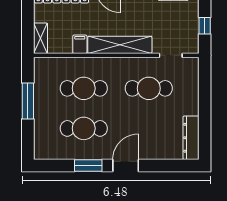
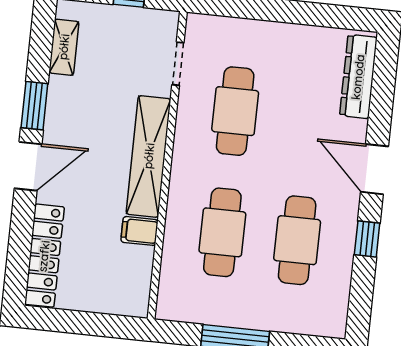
shelving: (41, 38) -> (121, 303), removed
dresser: (191, 138) -> (358, 77), moved, turned 90
window: (88, 166) -> (367, 239), width x0.67

